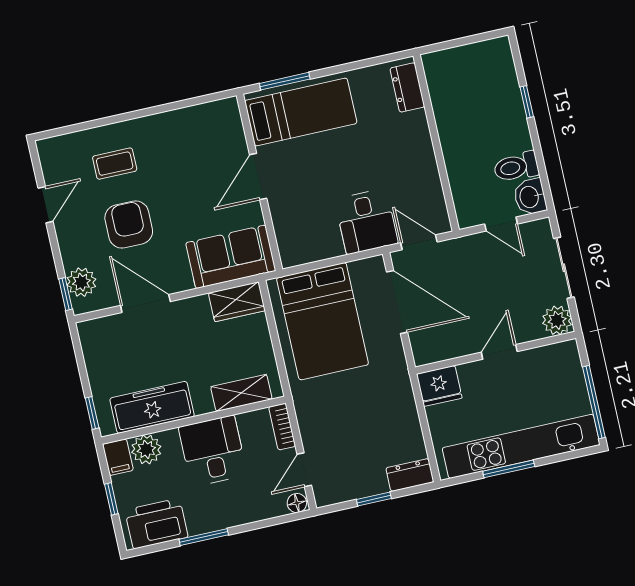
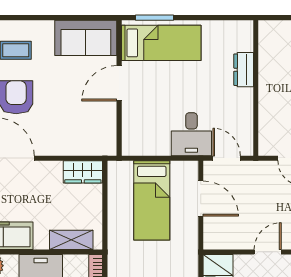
dresser: (407, 87) -> (244, 70), moved
sofa: (231, 257) -> (86, 38), moved, turned 180
door: (397, 302) -> (201, 198), width x0.73
bed: (323, 321) -> (152, 200), width x0.67

